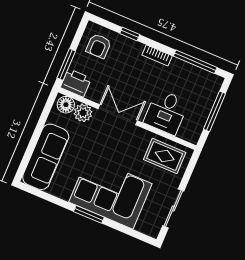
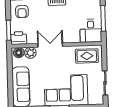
desk: (166, 112) -> (91, 31), moved

